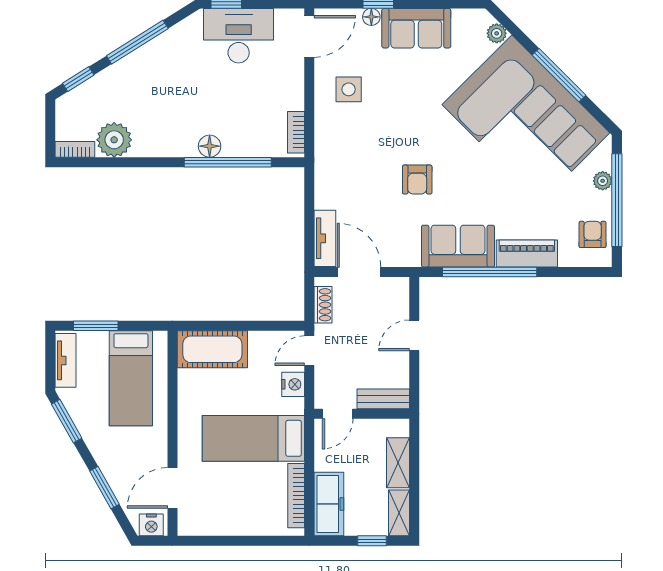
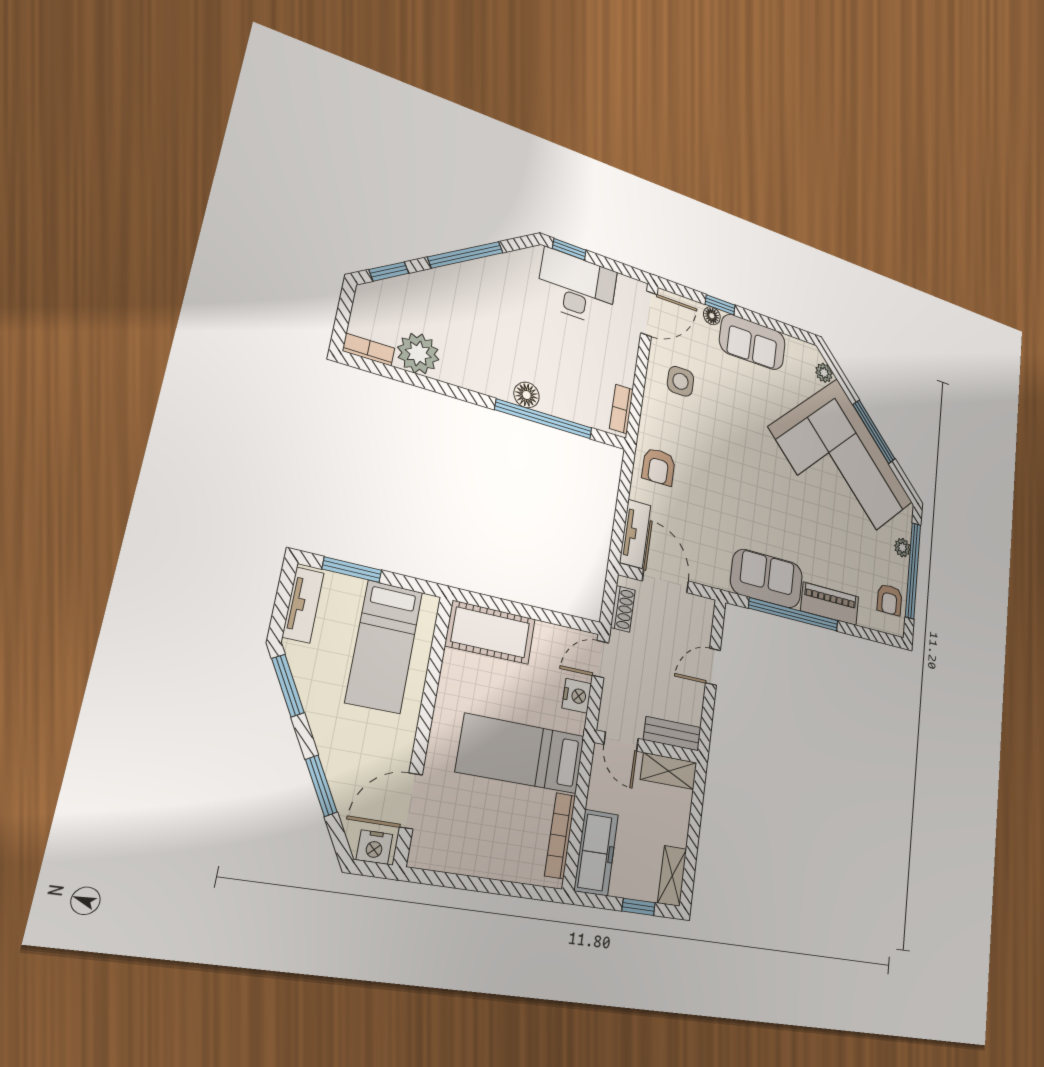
armchair: (417, 180) -> (659, 467), moved
armchair: (593, 234) -> (890, 600), turned 180
door: (338, 414) -> (621, 742), hinge flipped
shelving: (398, 463) -> (669, 771), moved, turned 90

